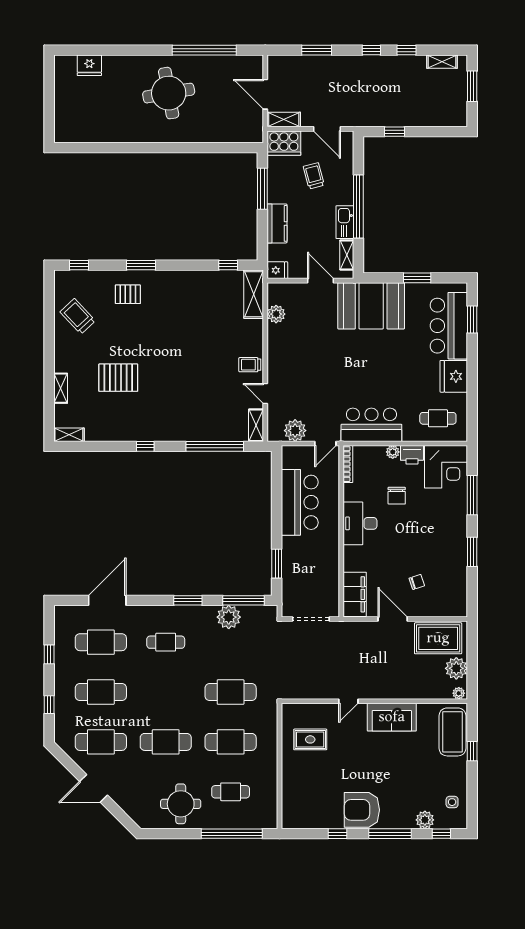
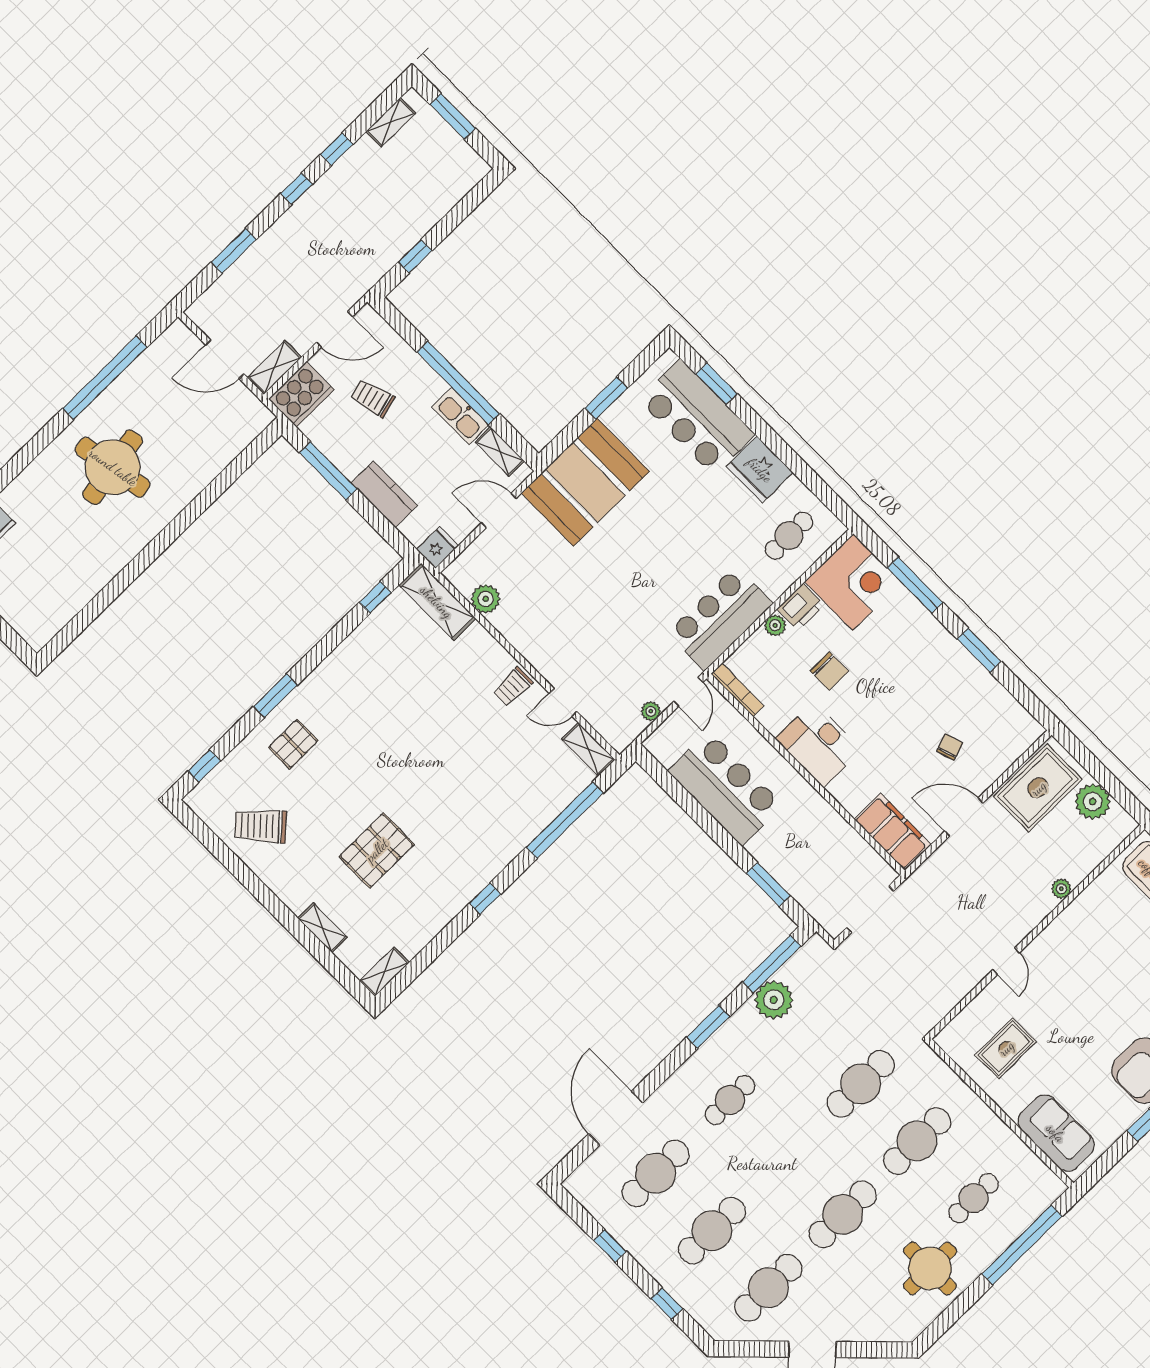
plant: (295, 431) -> (651, 711), width x0.53, depth x0.53
plant: (459, 693) -> (1061, 889), moved
sofa: (392, 717) -> (1056, 1133), moved, turned -90

